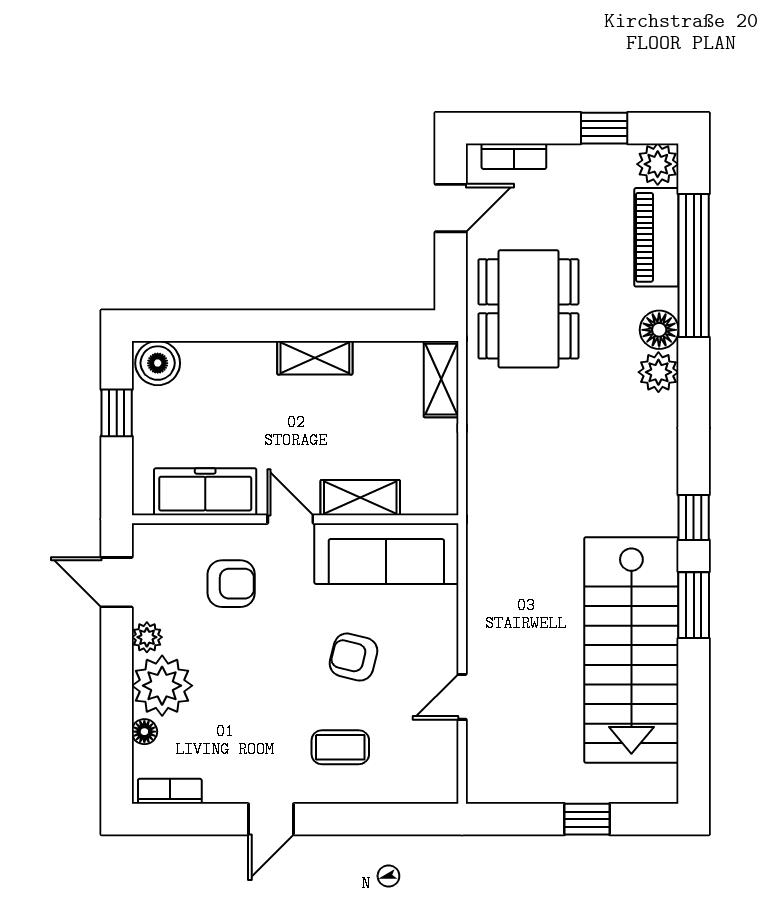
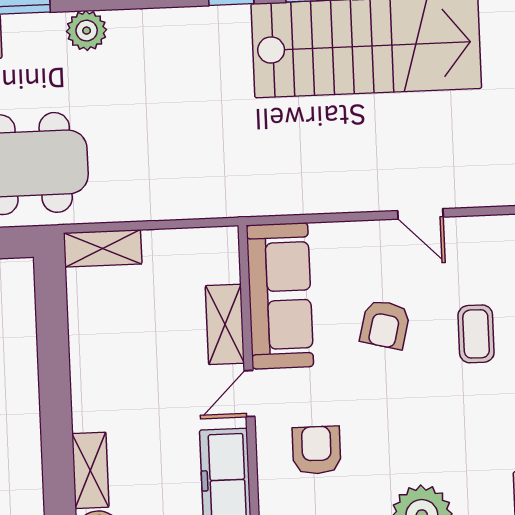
floor lamp: (659, 330) -> (44, 32), removed
shelving: (315, 358) -> (90, 470), moved

